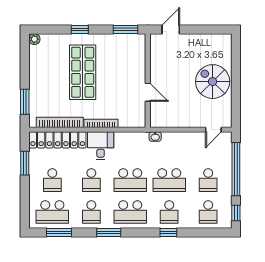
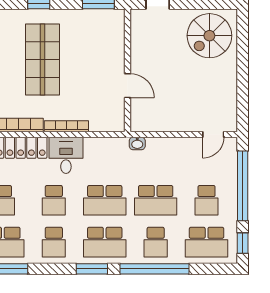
spiral stairs: (213, 82) -> (209, 36), moved, turned -90
school desk: (208, 212) -> (207, 242), width x1.85
window: (109, 233) -> (92, 269), moved
window: (168, 233) -> (154, 269), width x3.17

